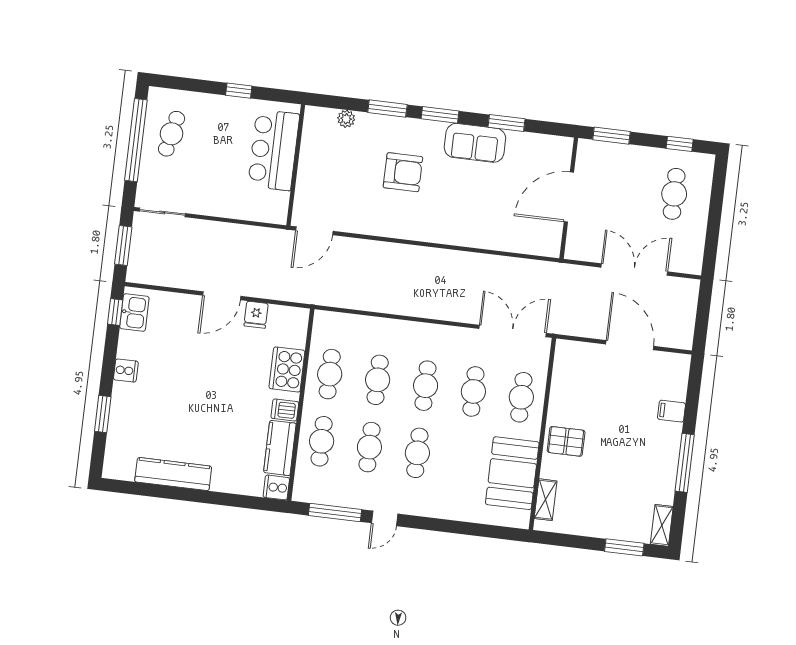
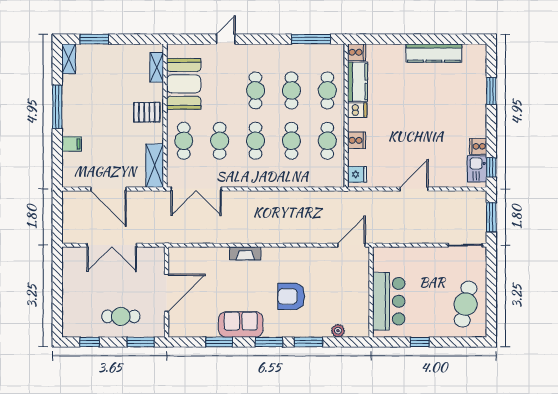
cafe table: (172, 134) -> (466, 304), width x1.37, depth x1.35
window: (136, 140) -> (491, 296), removed
cafe table: (674, 194) -> (121, 316), moved, turned 90
fireplace: (457, 237) -> (245, 253), added
fridge: (256, 315) -> (357, 174), moved, turned 90
cooker: (287, 369) -> (357, 140), width x0.53, depth x0.76
shelving: (564, 369) -> (155, 166), added
cooker: (126, 371) -> (478, 146), moved
door: (385, 518) -> (226, 39), moved

